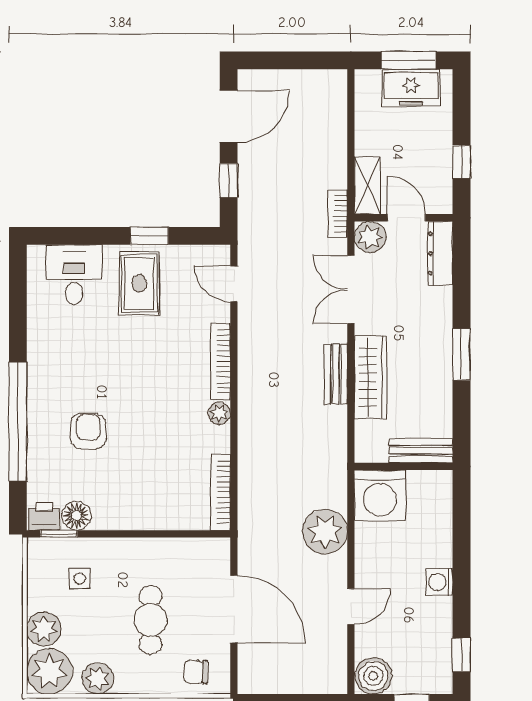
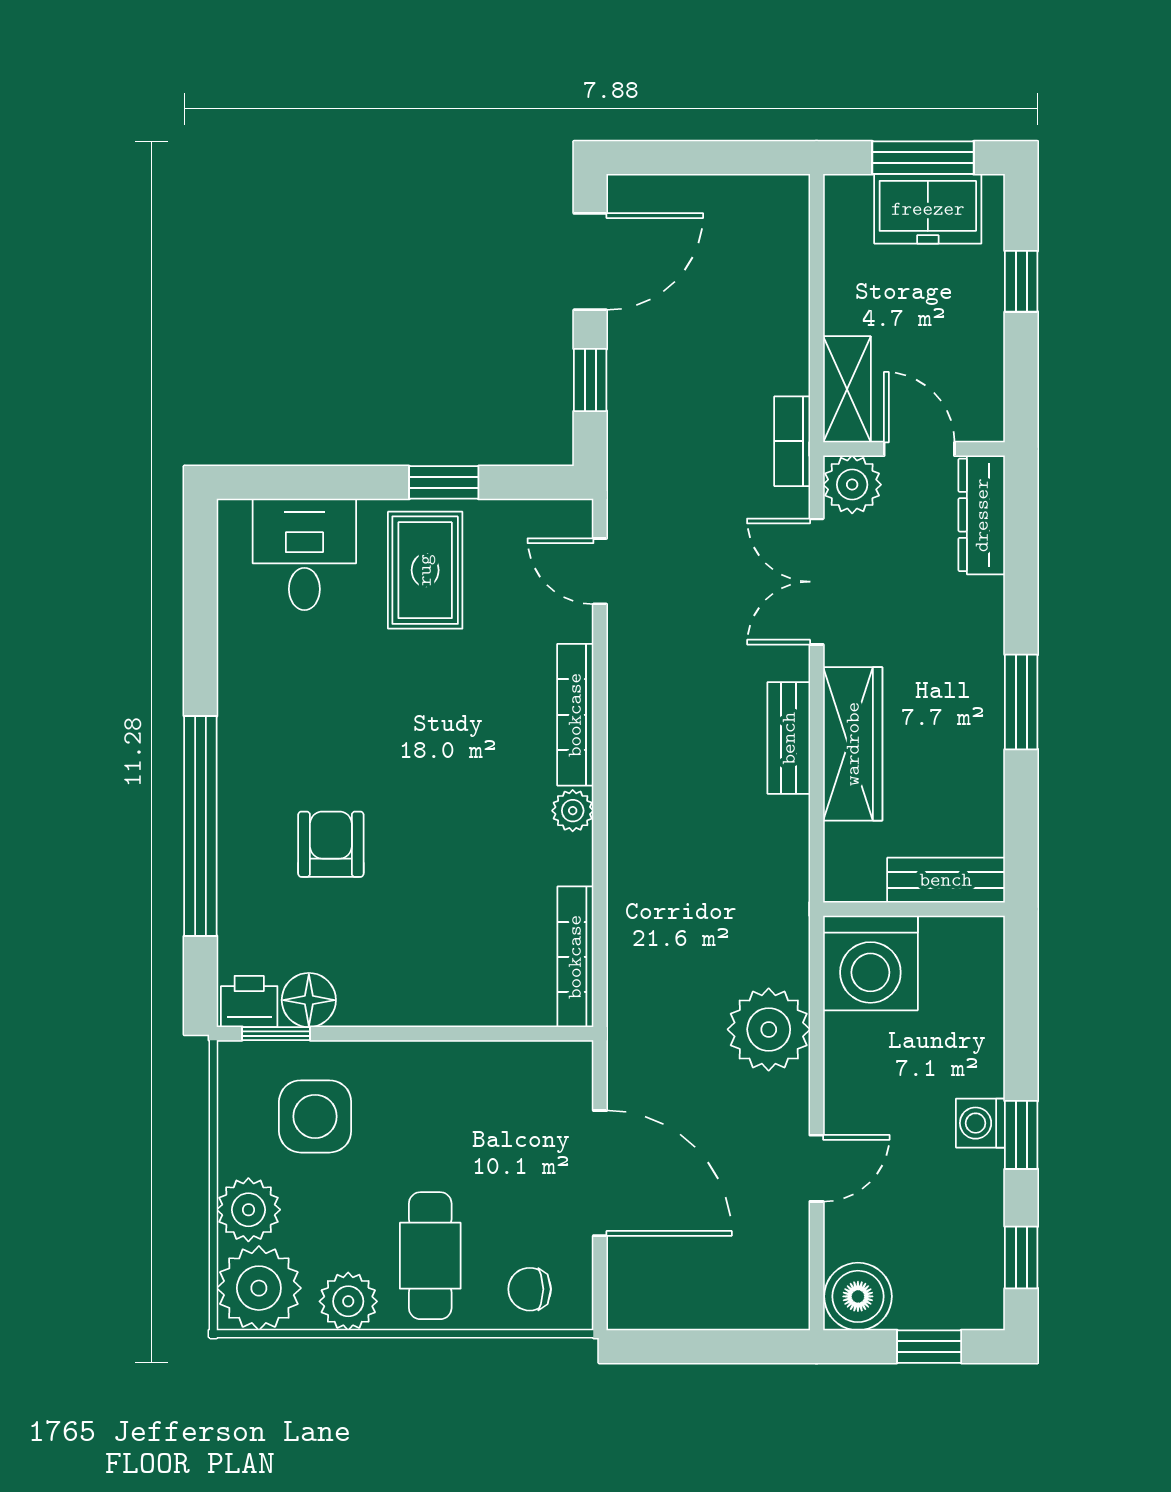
window: (461, 162) -> (1021, 281), moved
side table: (80, 579) -> (315, 1116), width x1.87, depth x1.87
window: (461, 589) -> (1021, 1135), added
cafe table: (151, 620) -> (430, 1256), moved

